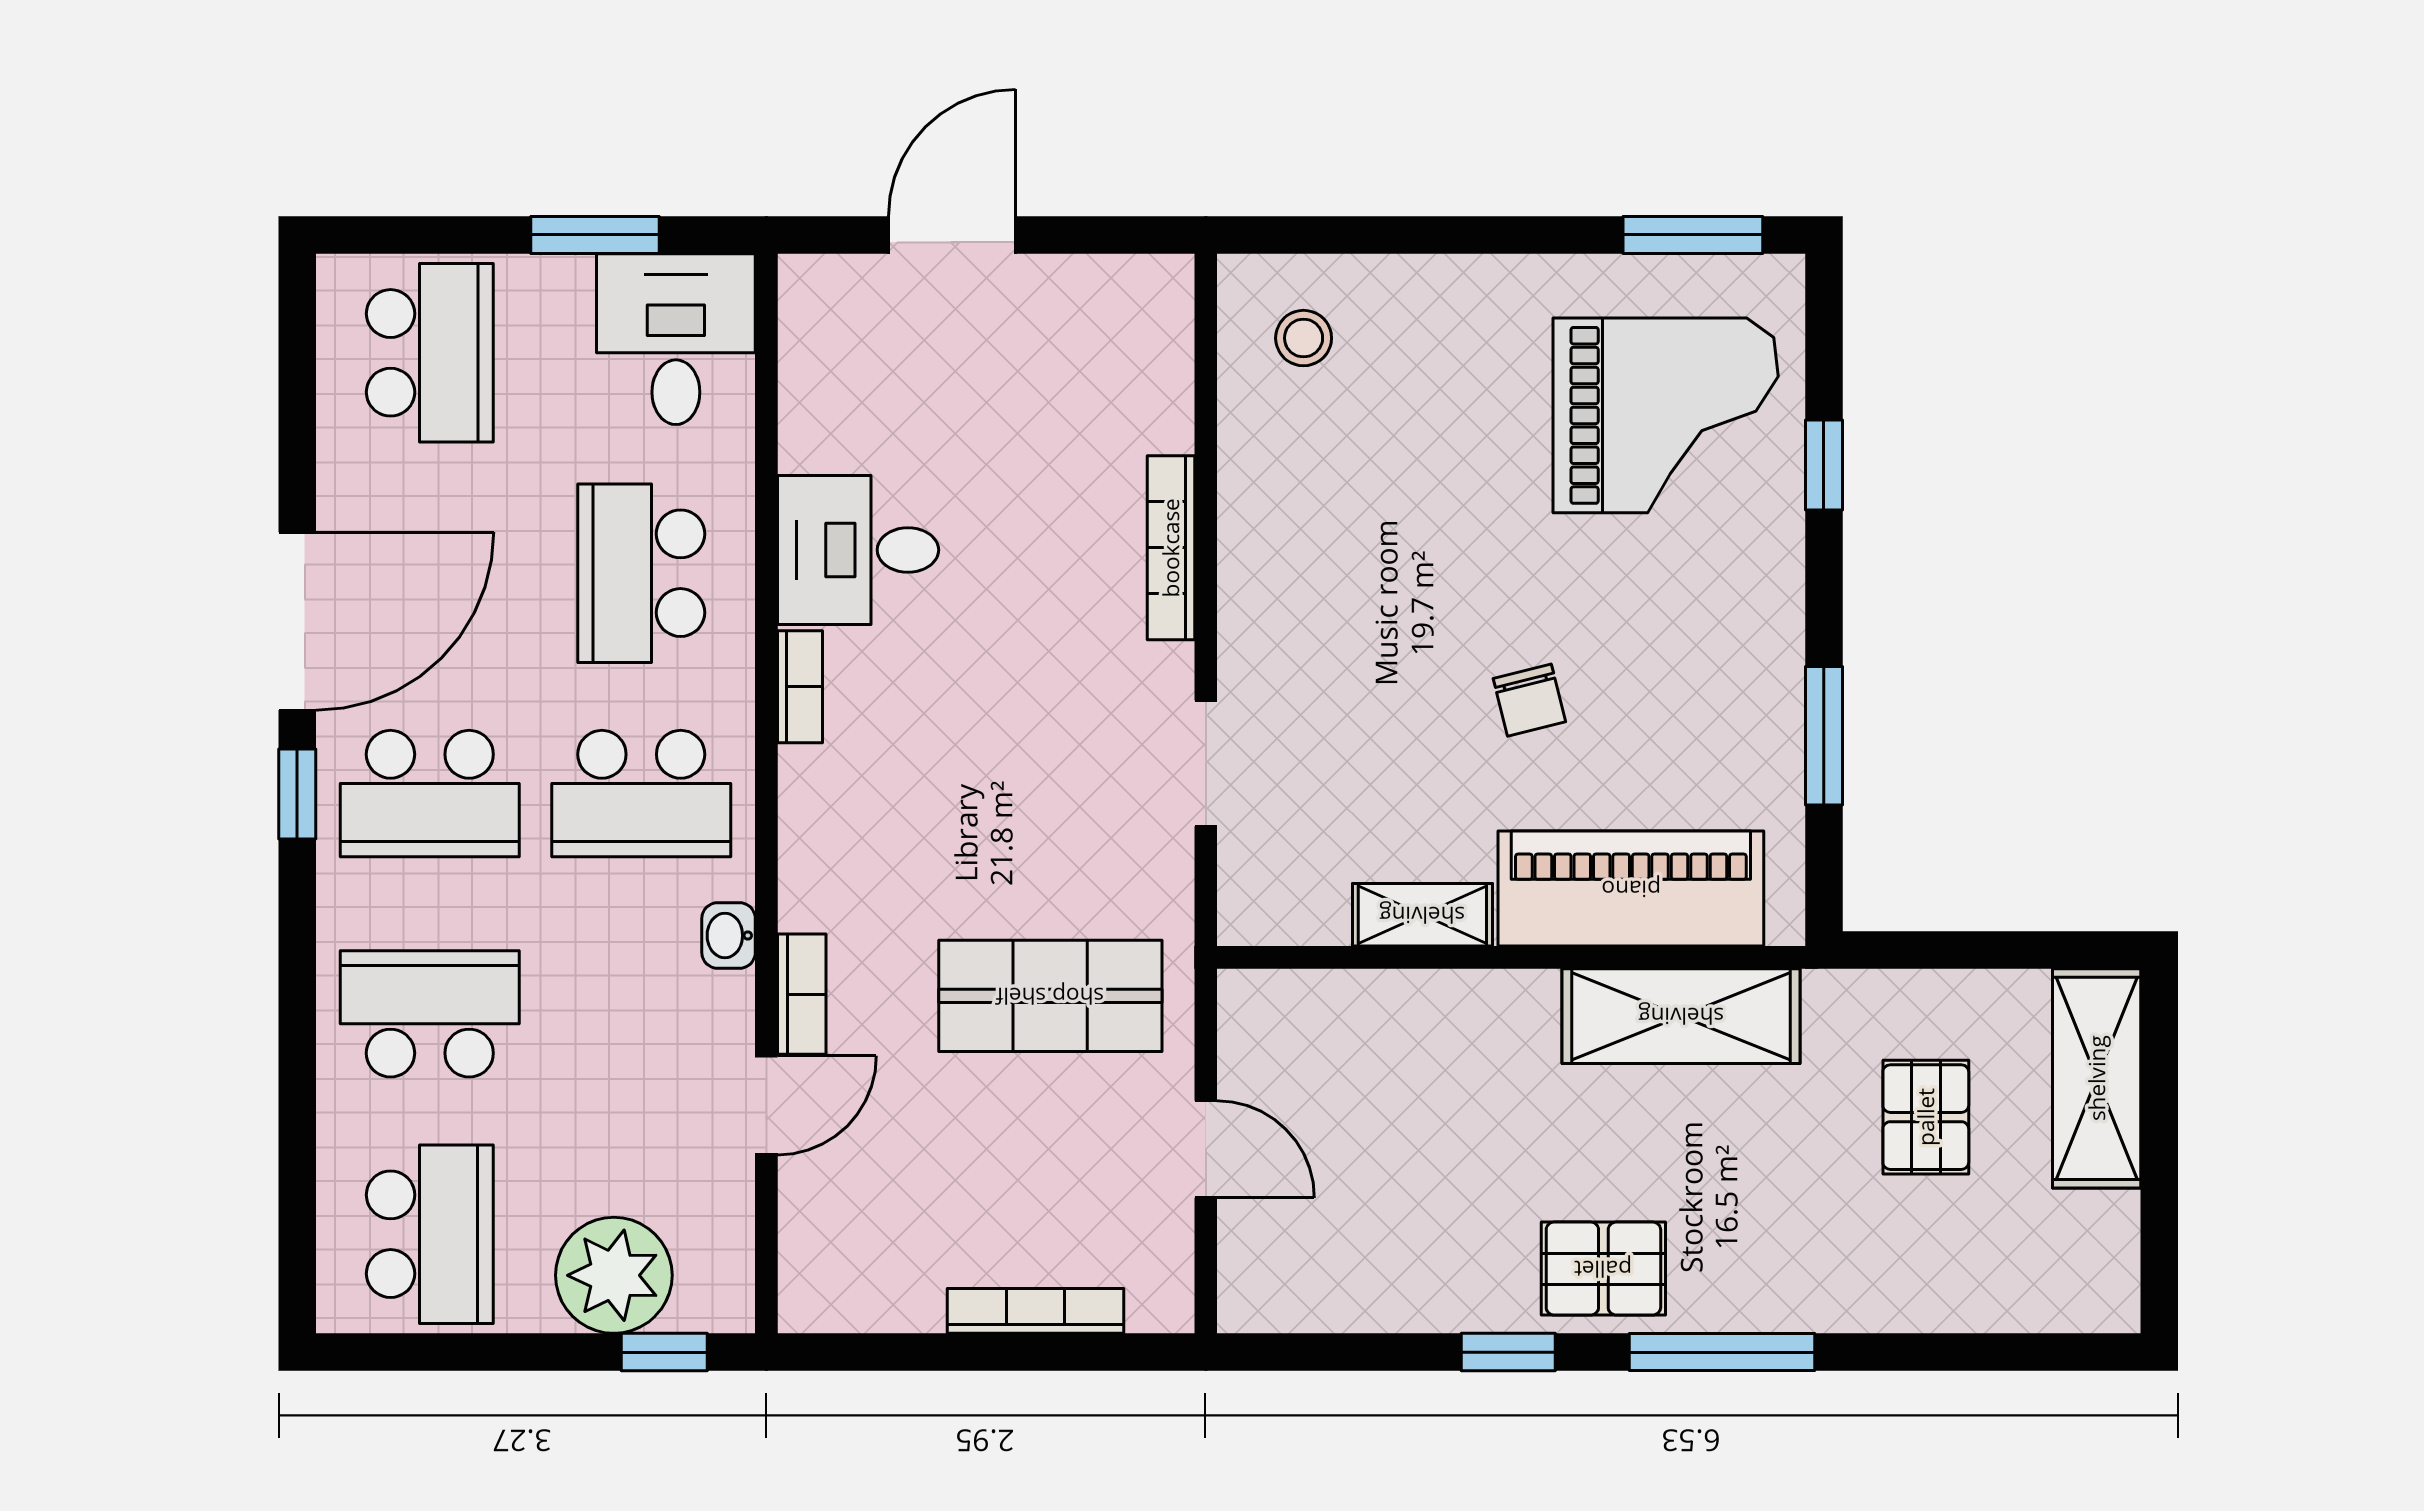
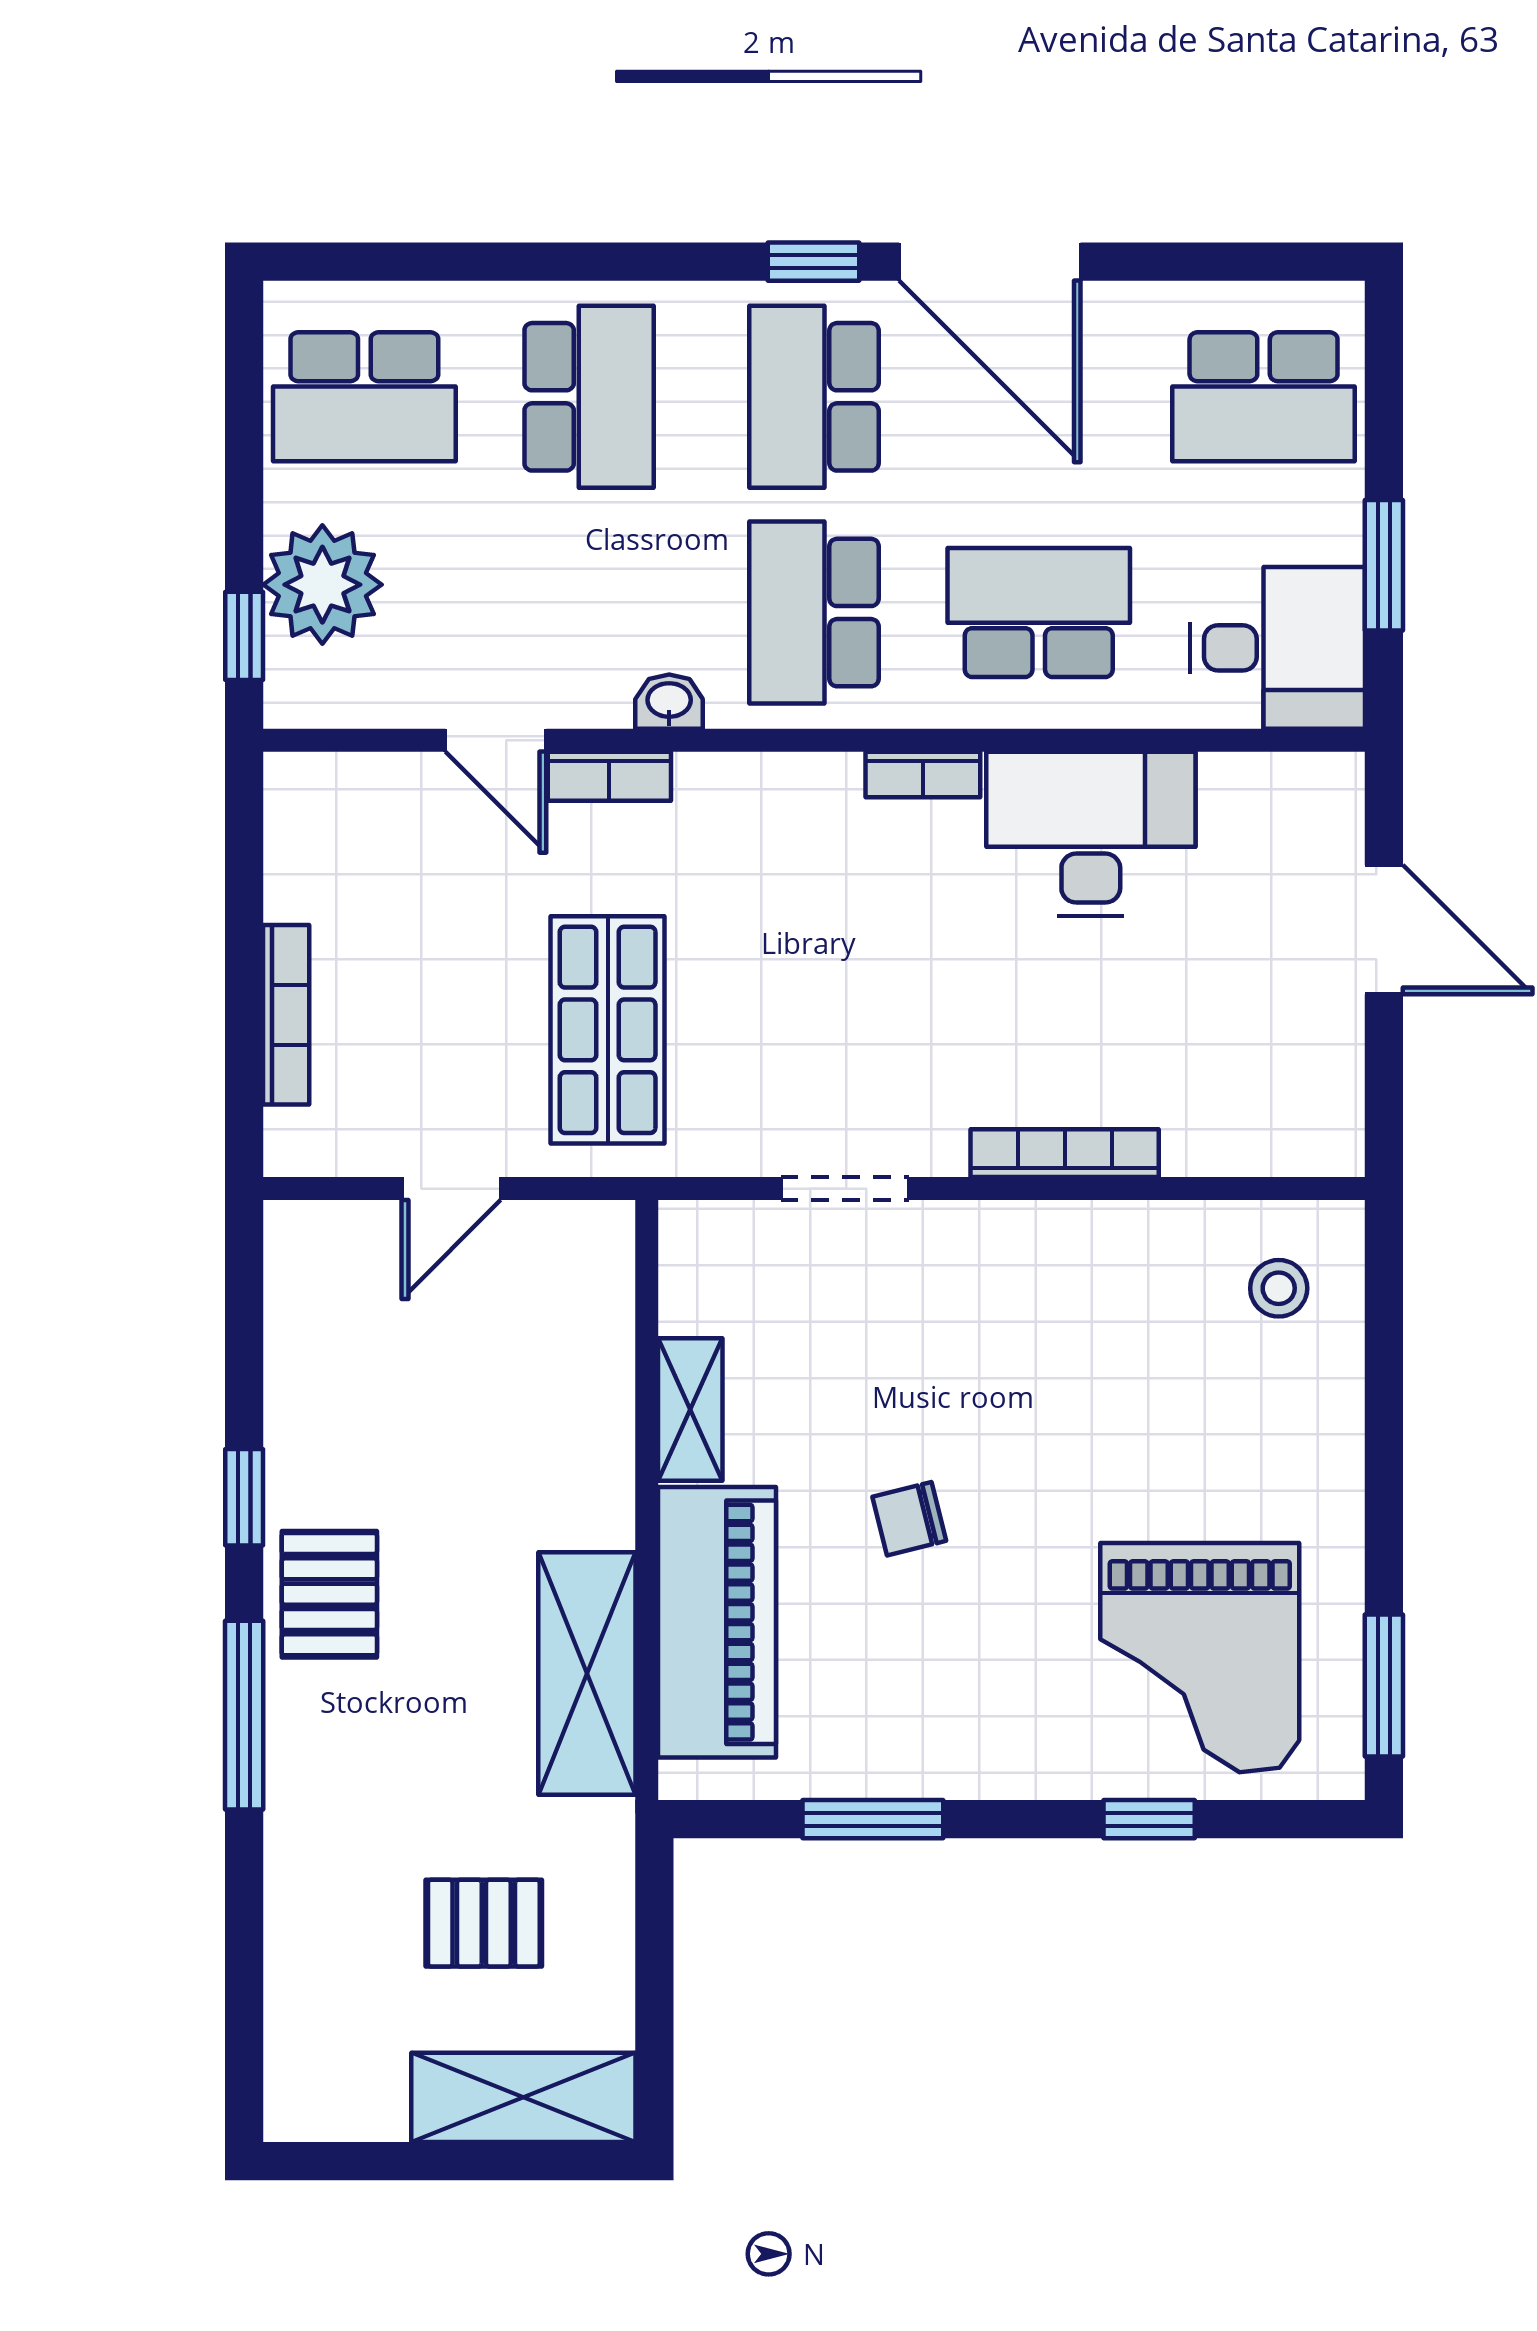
desk: (858, 550) -> (1091, 834), width x1.37

